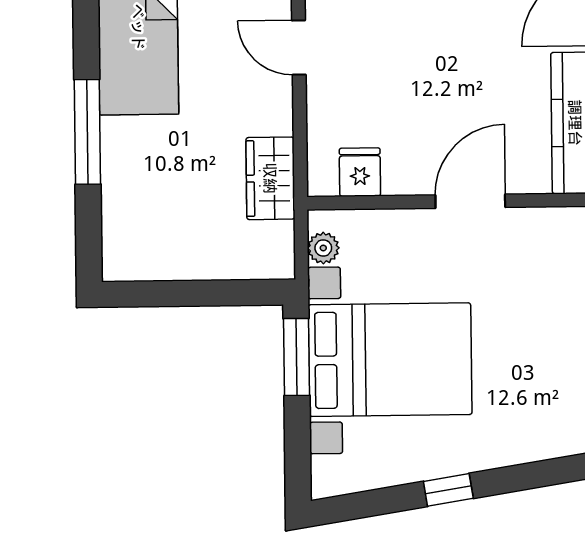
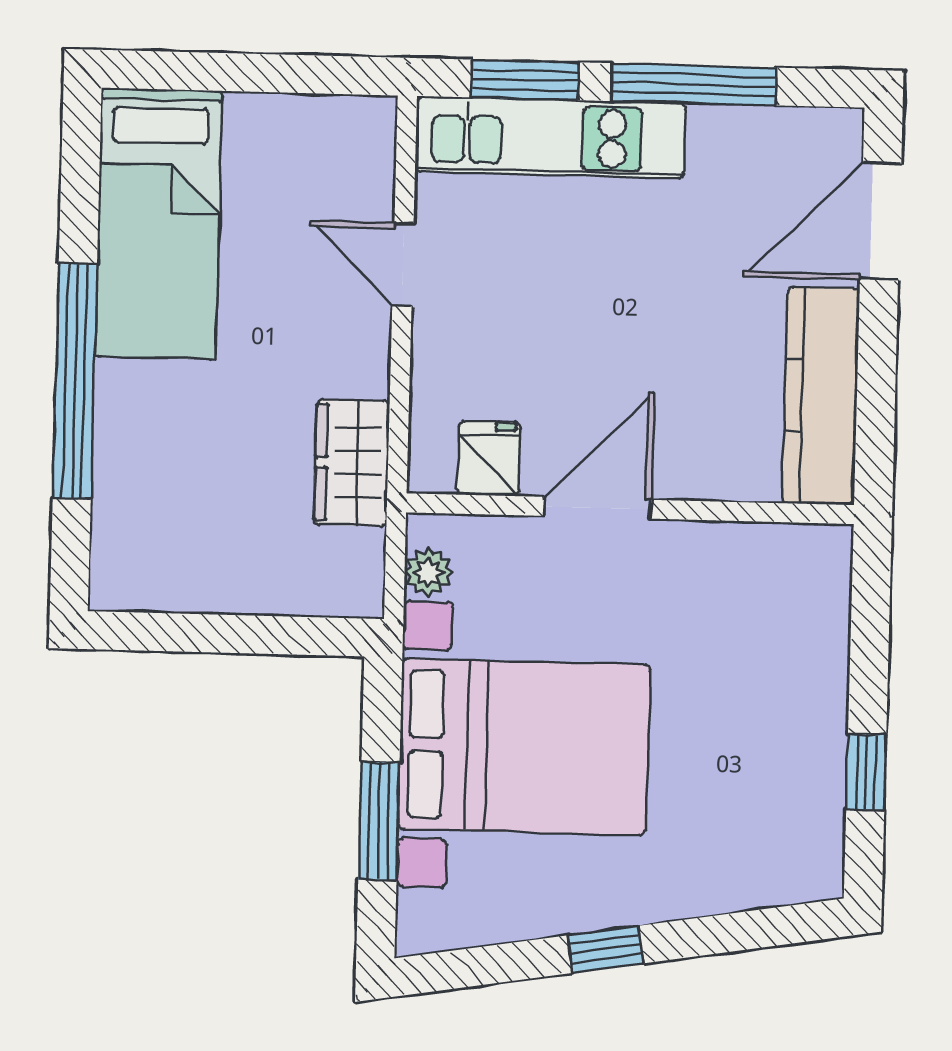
window: (87, 132) -> (75, 381), width x1.46
door: (470, 201) -> (598, 508), moved
window: (296, 357) -> (379, 821), moved

